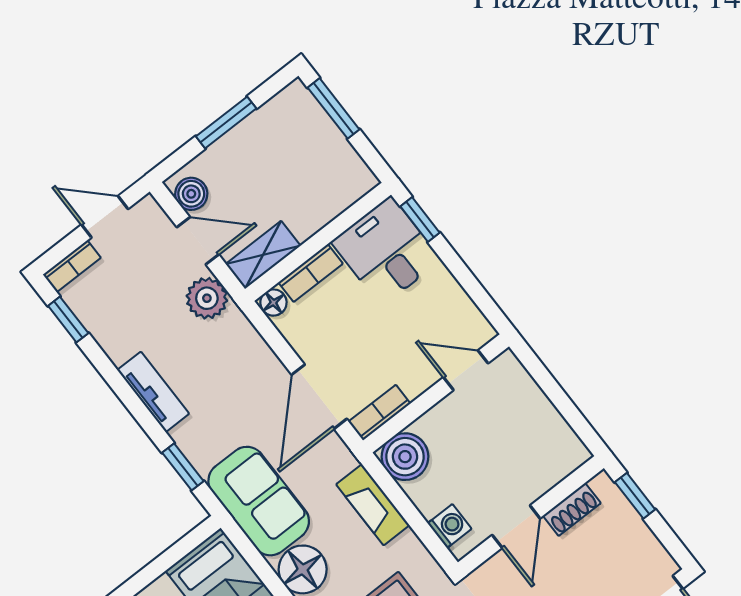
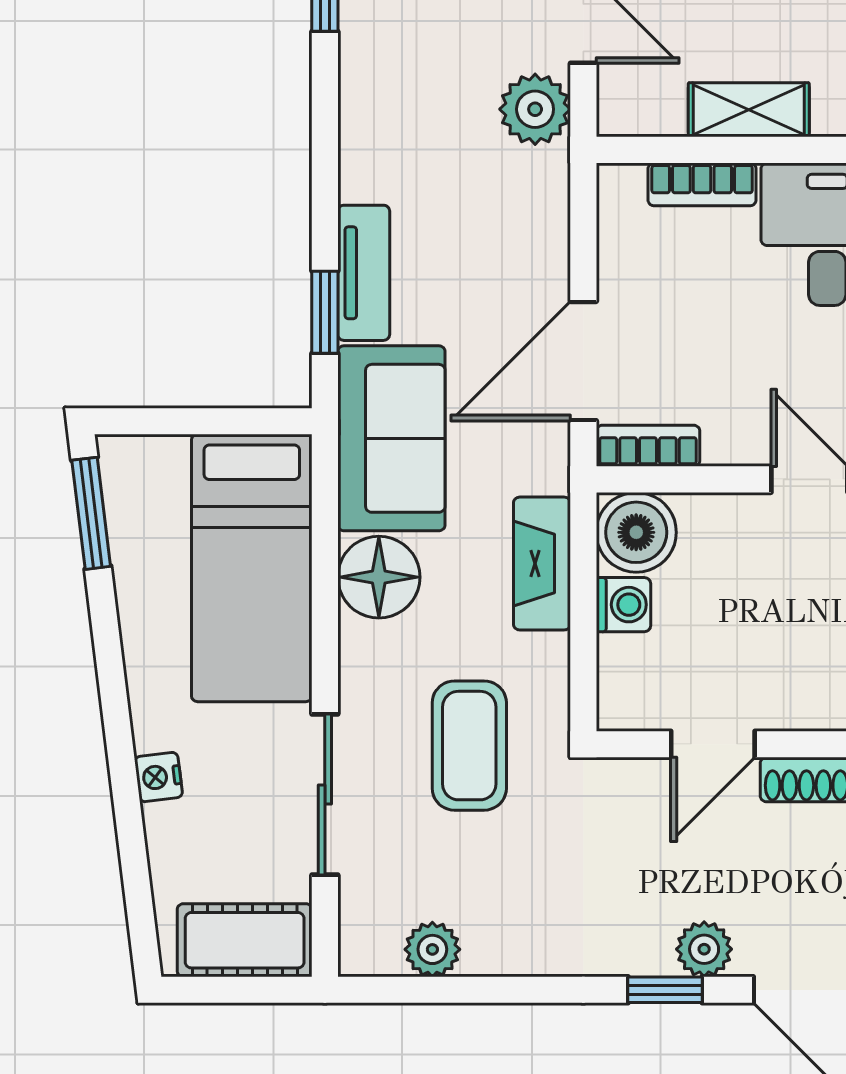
shelving: (263, 255) -> (749, 110), moved
floor lamp: (273, 303) -> (621, 185), removed
tv unit: (153, 392) -> (364, 273), moved
washing machine: (450, 526) -> (623, 605), moved

